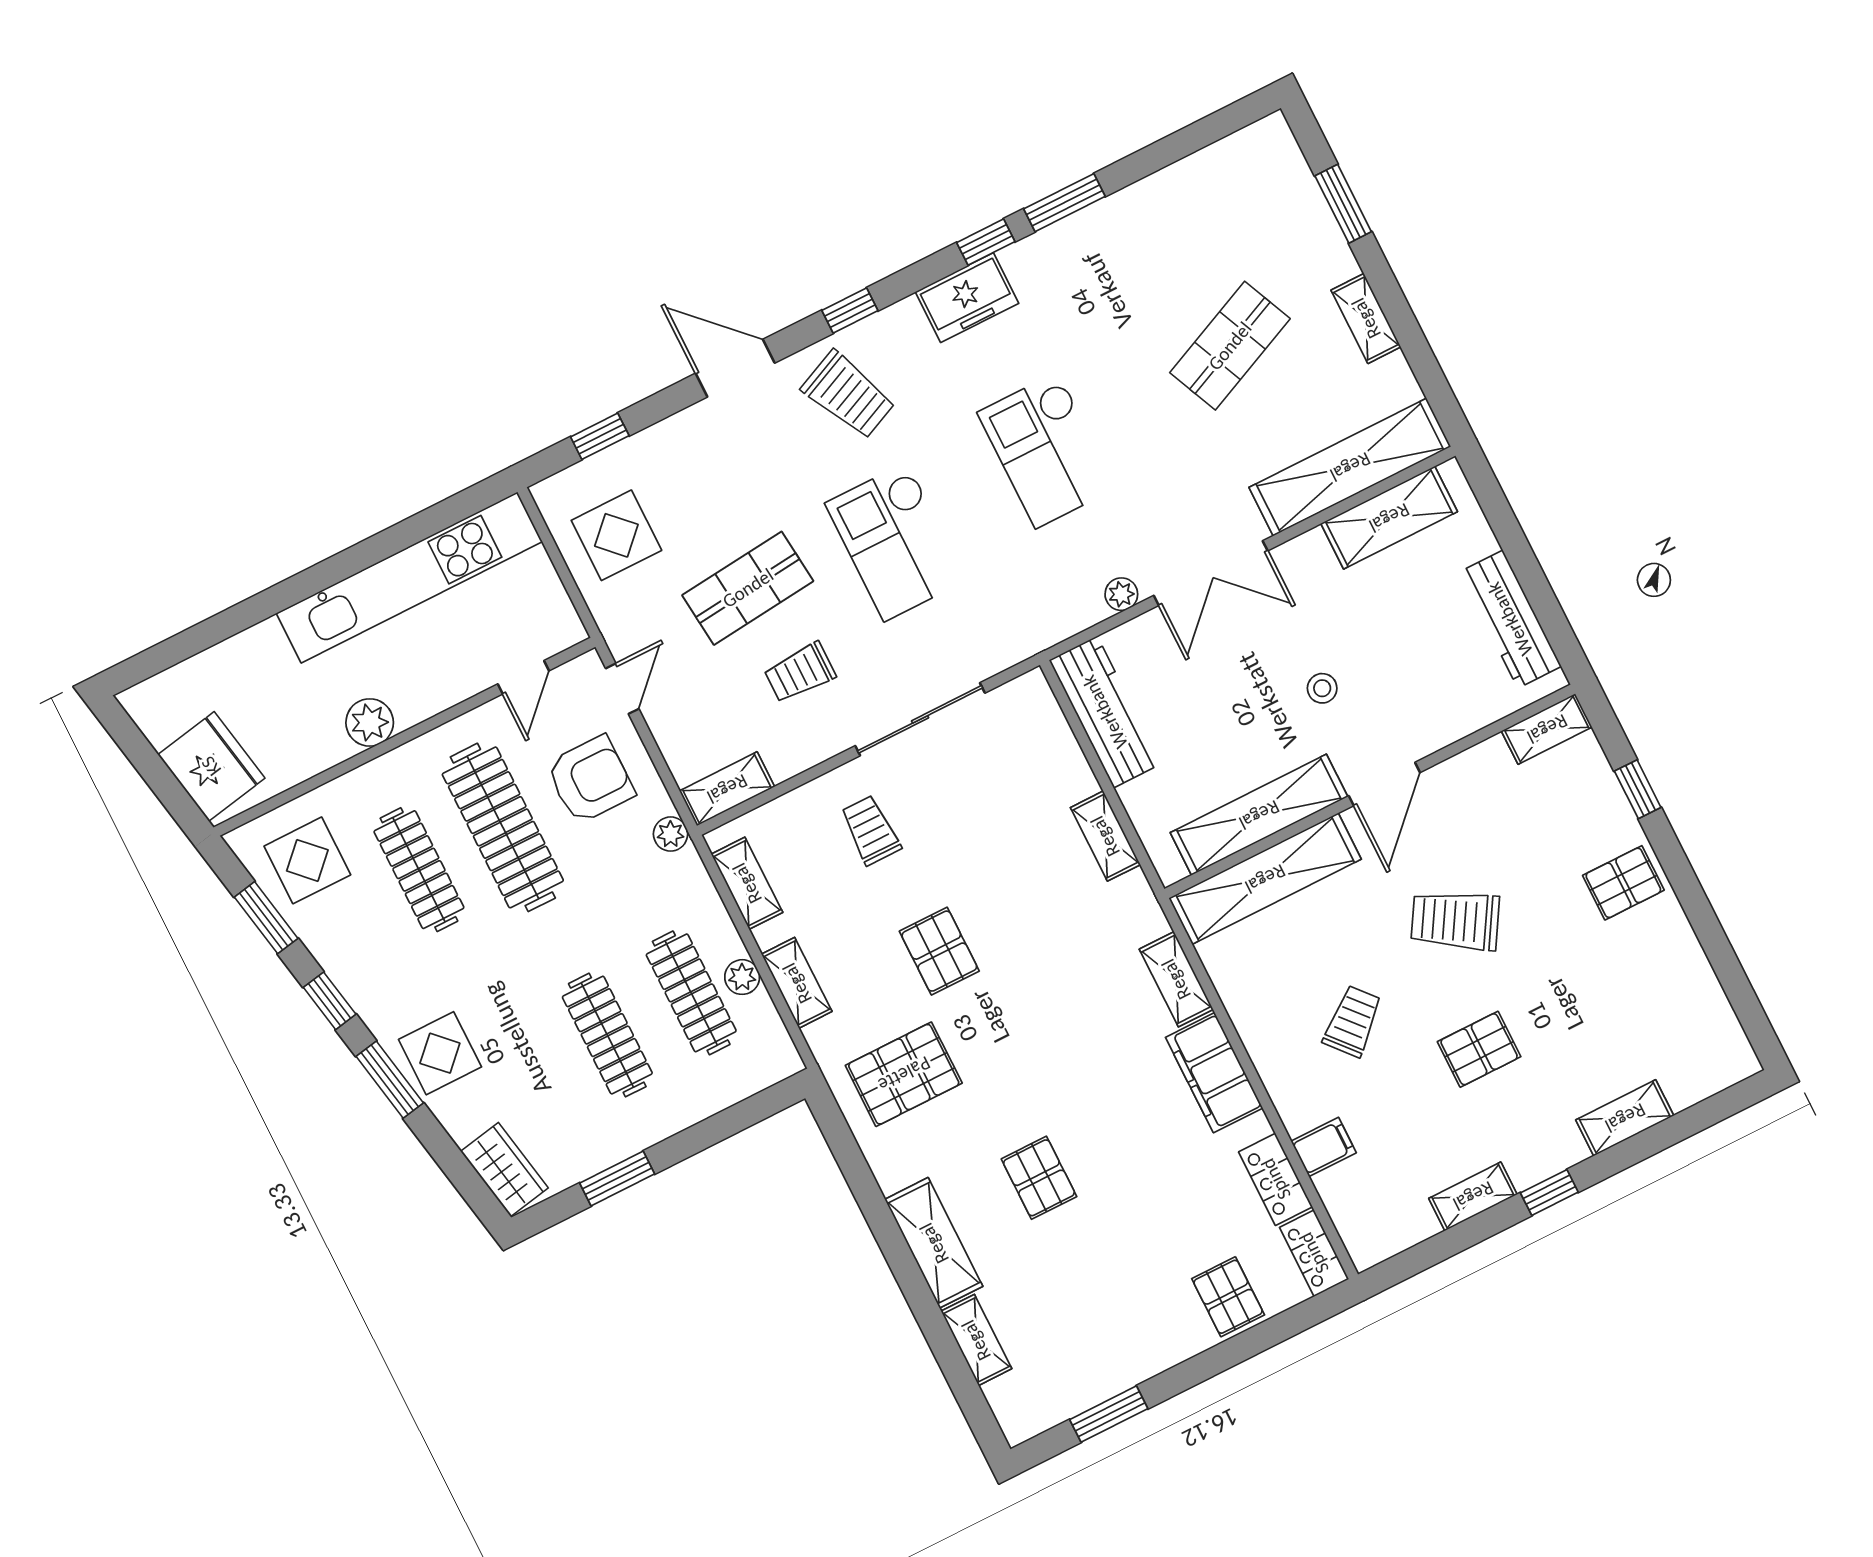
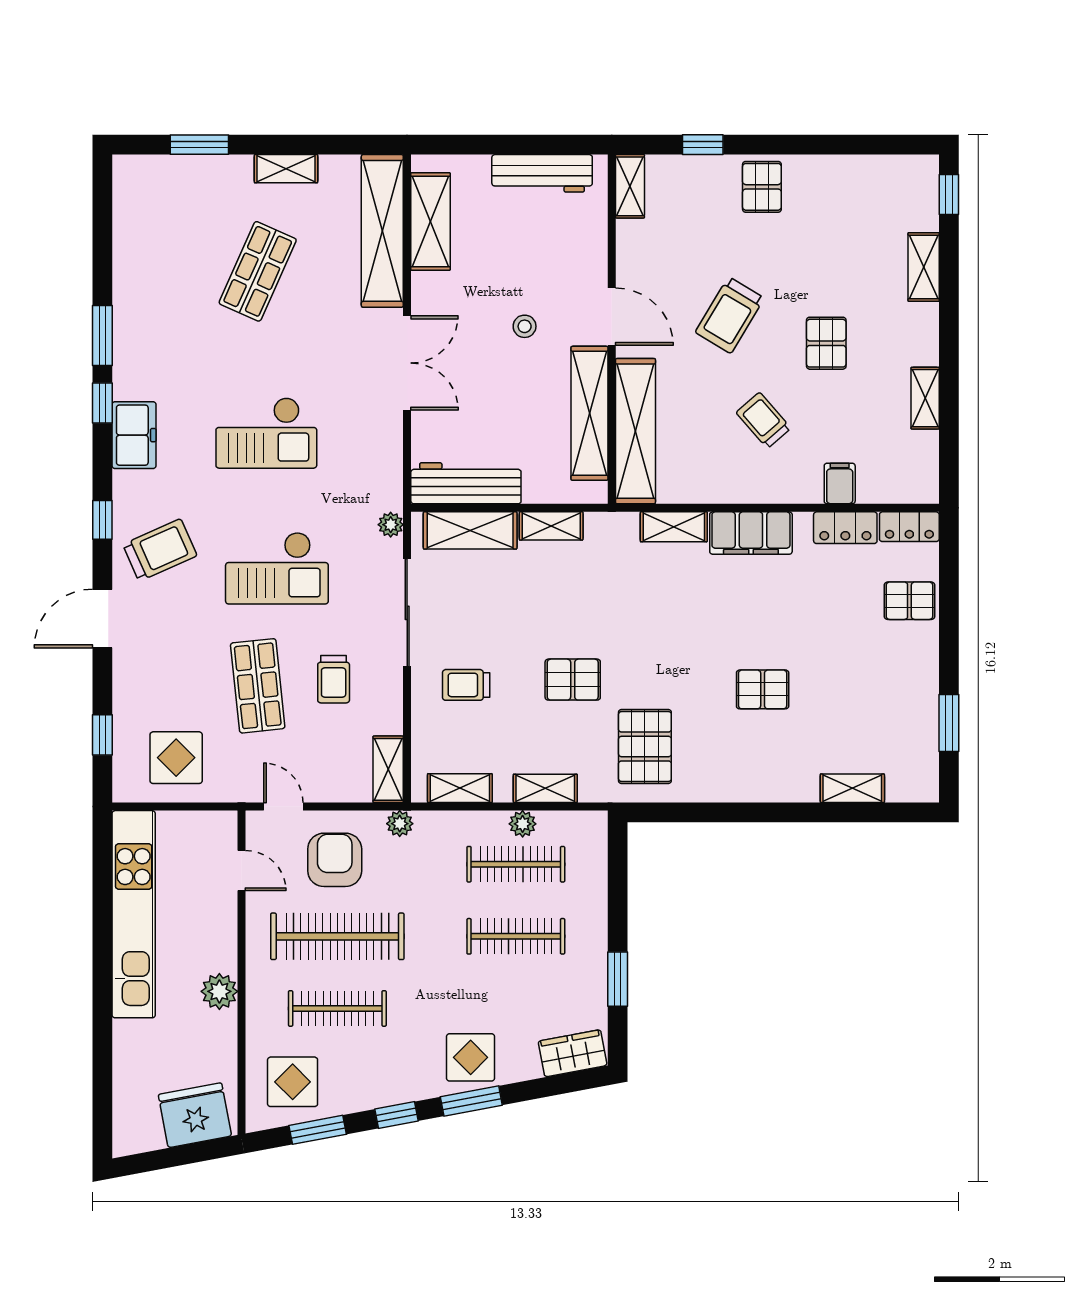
shop shelf: (1230, 346) -> (258, 271), turned 48
plant: (1121, 594) -> (391, 525), moved
window: (1549, 1193) -> (949, 195), moved
shelving: (934, 1243) -> (470, 530), moved

